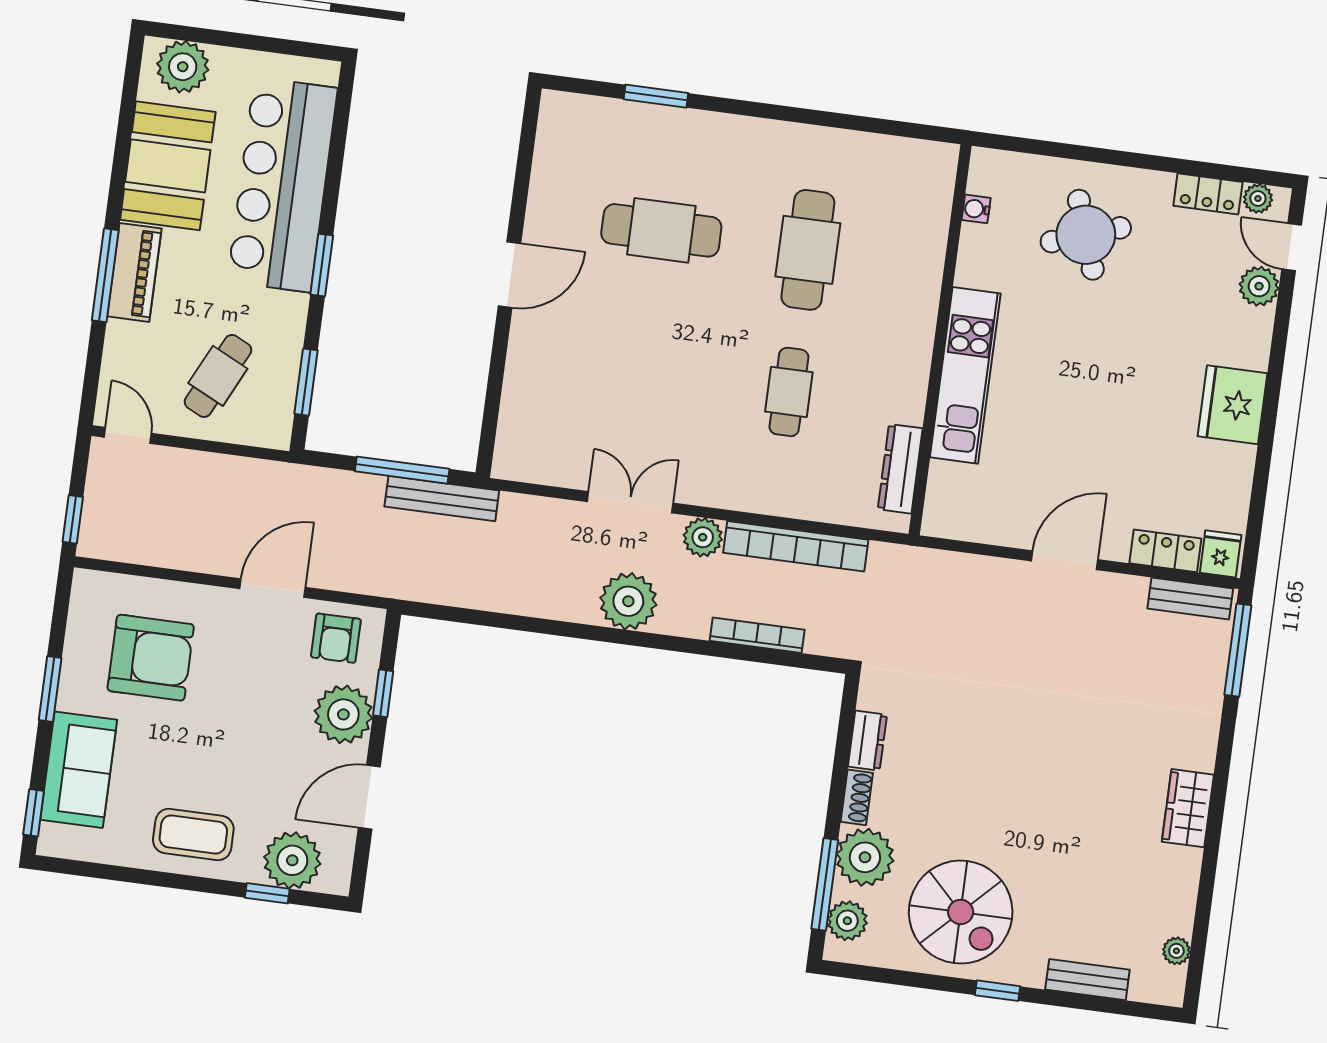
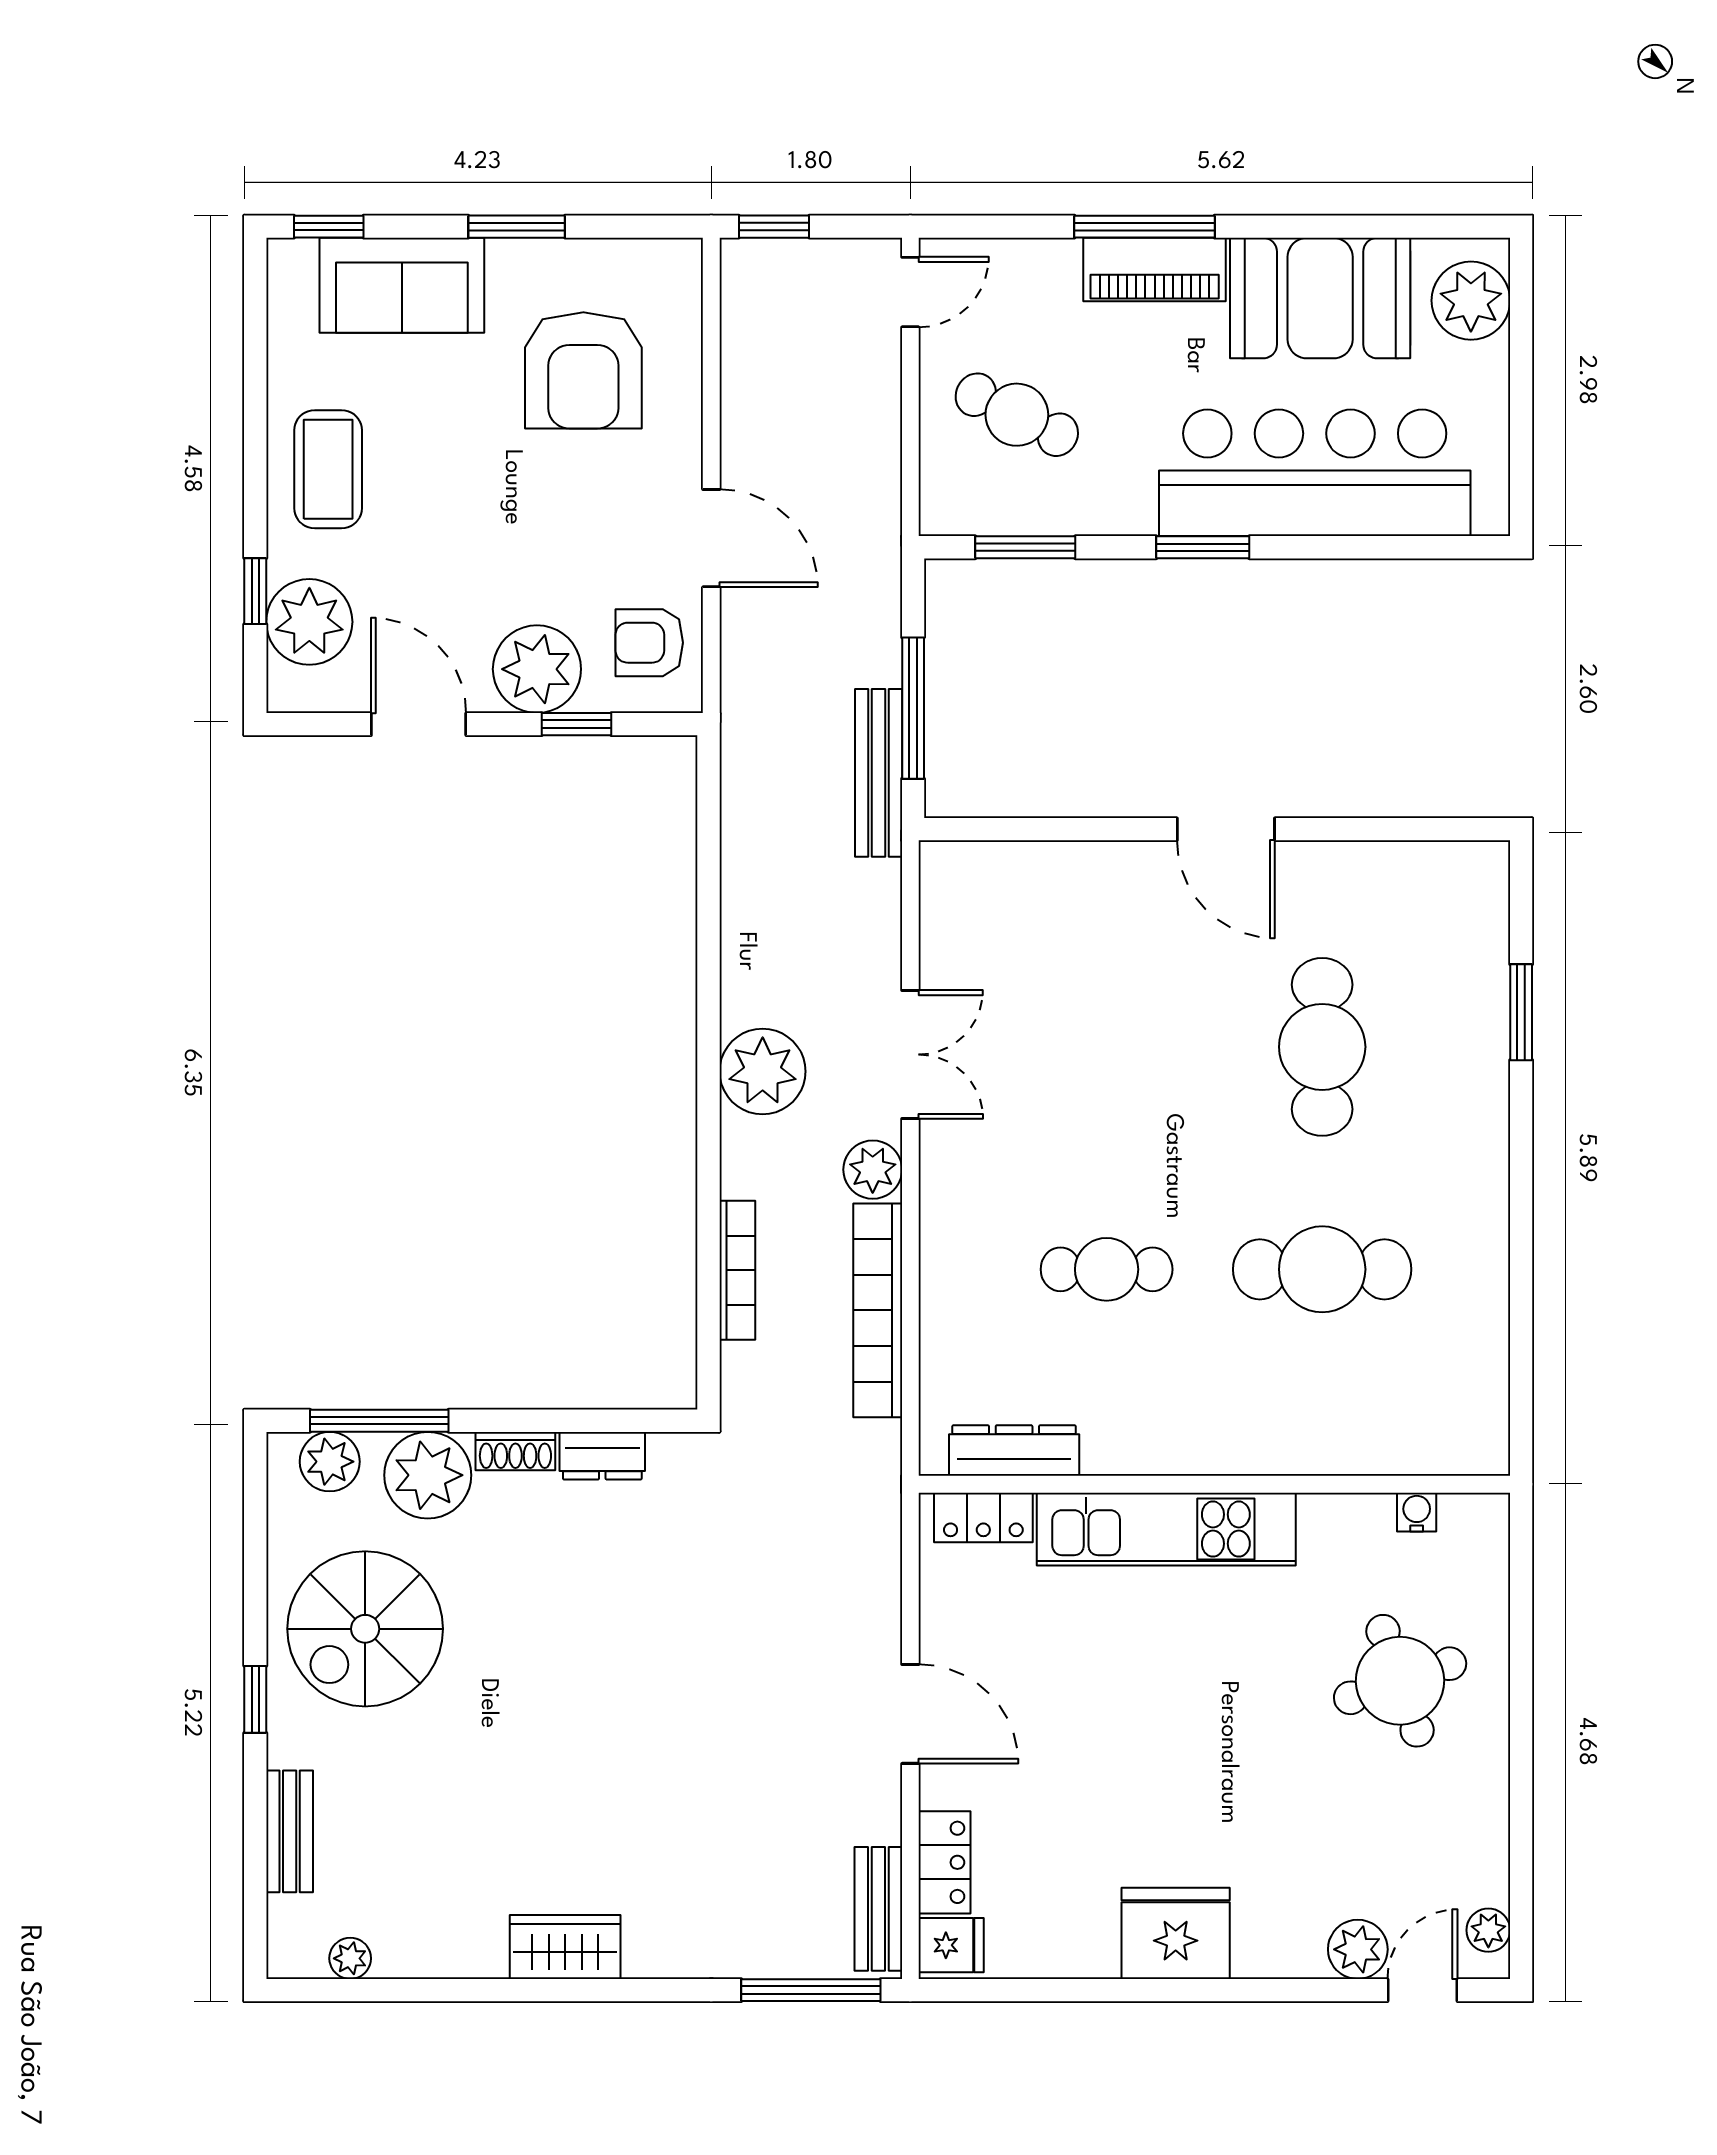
locker: (1208, 194) -> (983, 1517), moved, turned -90

